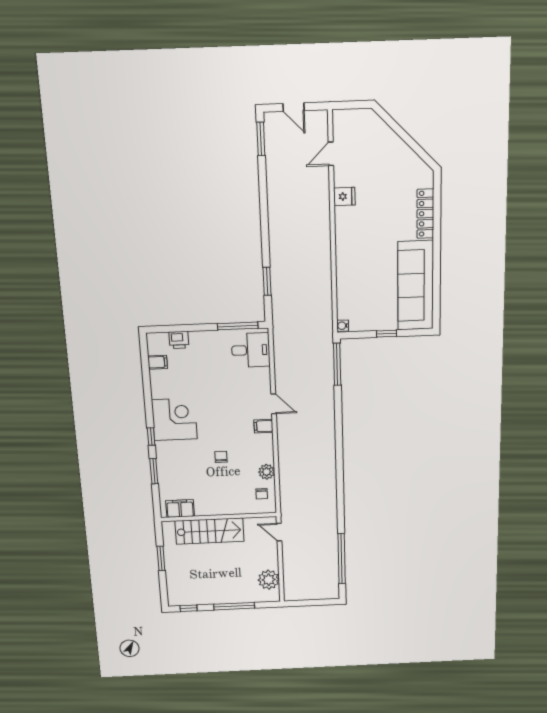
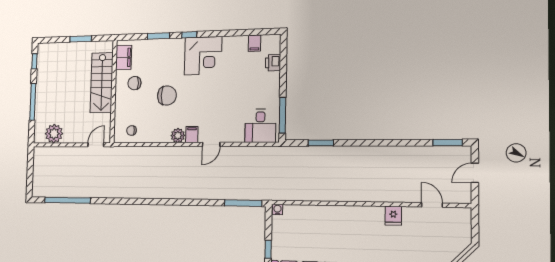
chair: (221, 457) -> (167, 96), width x1.87, depth x1.87
plant: (267, 472) -> (178, 135), moved
chair: (208, 494) -> (134, 83), added

